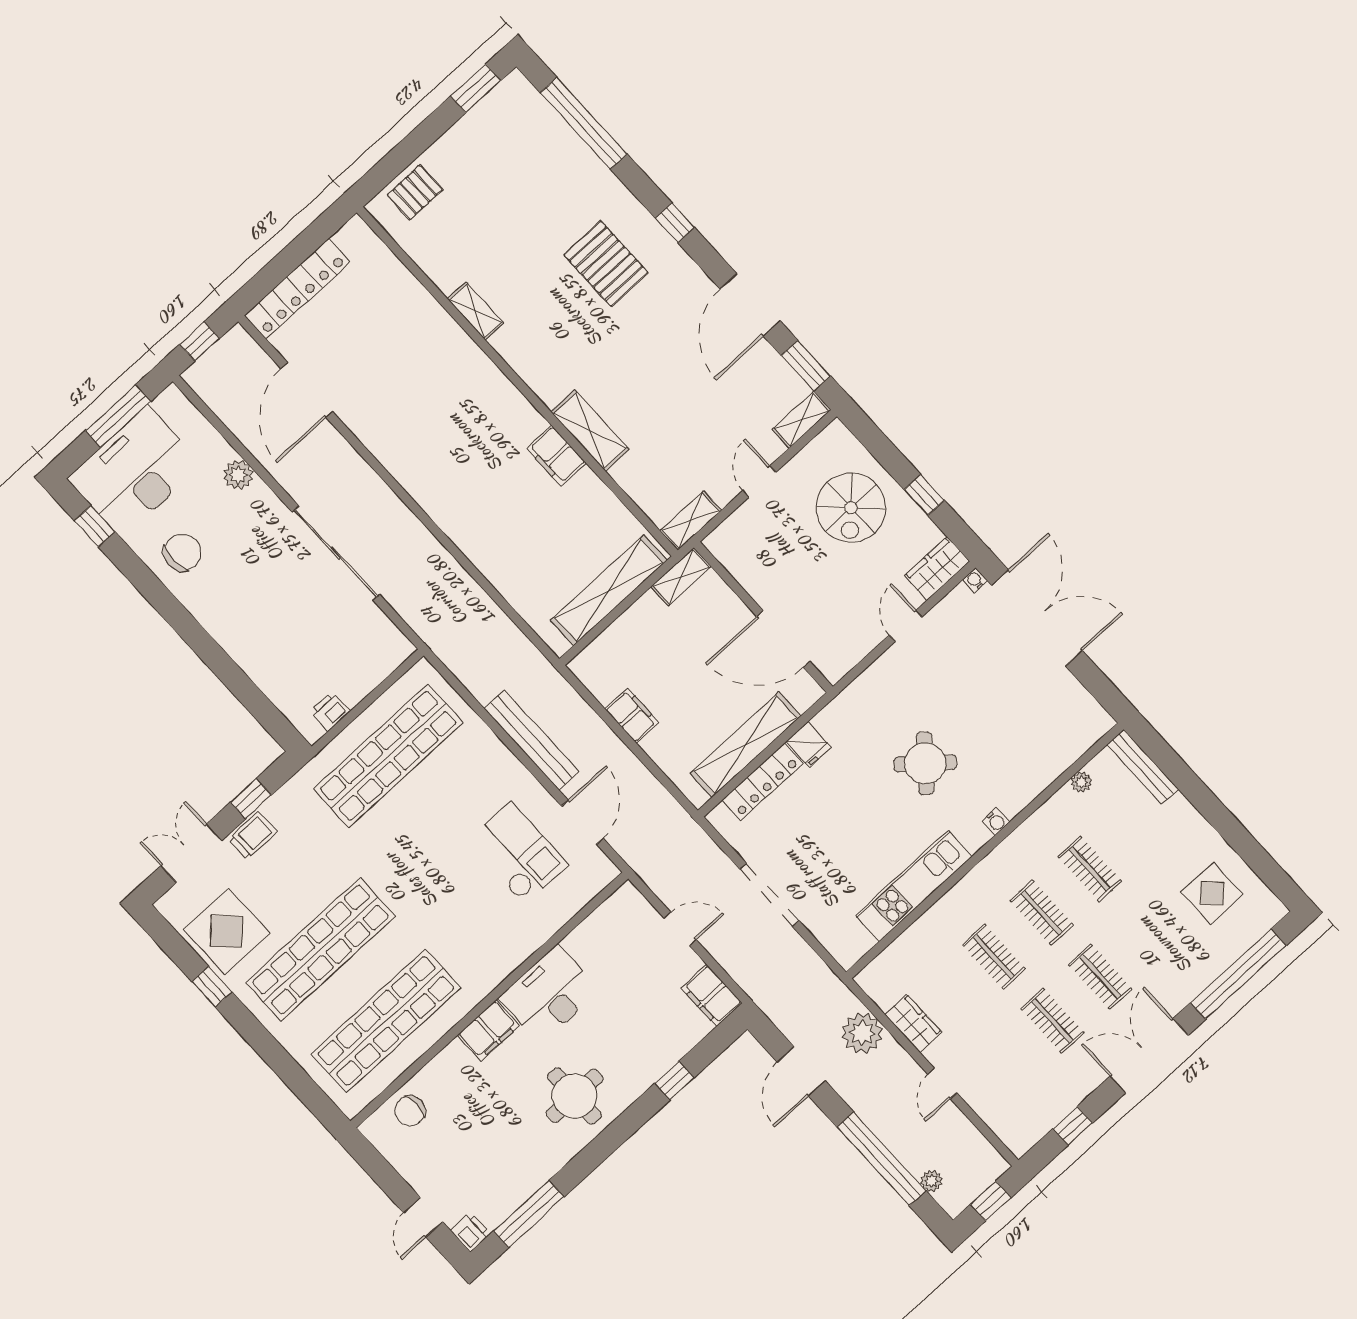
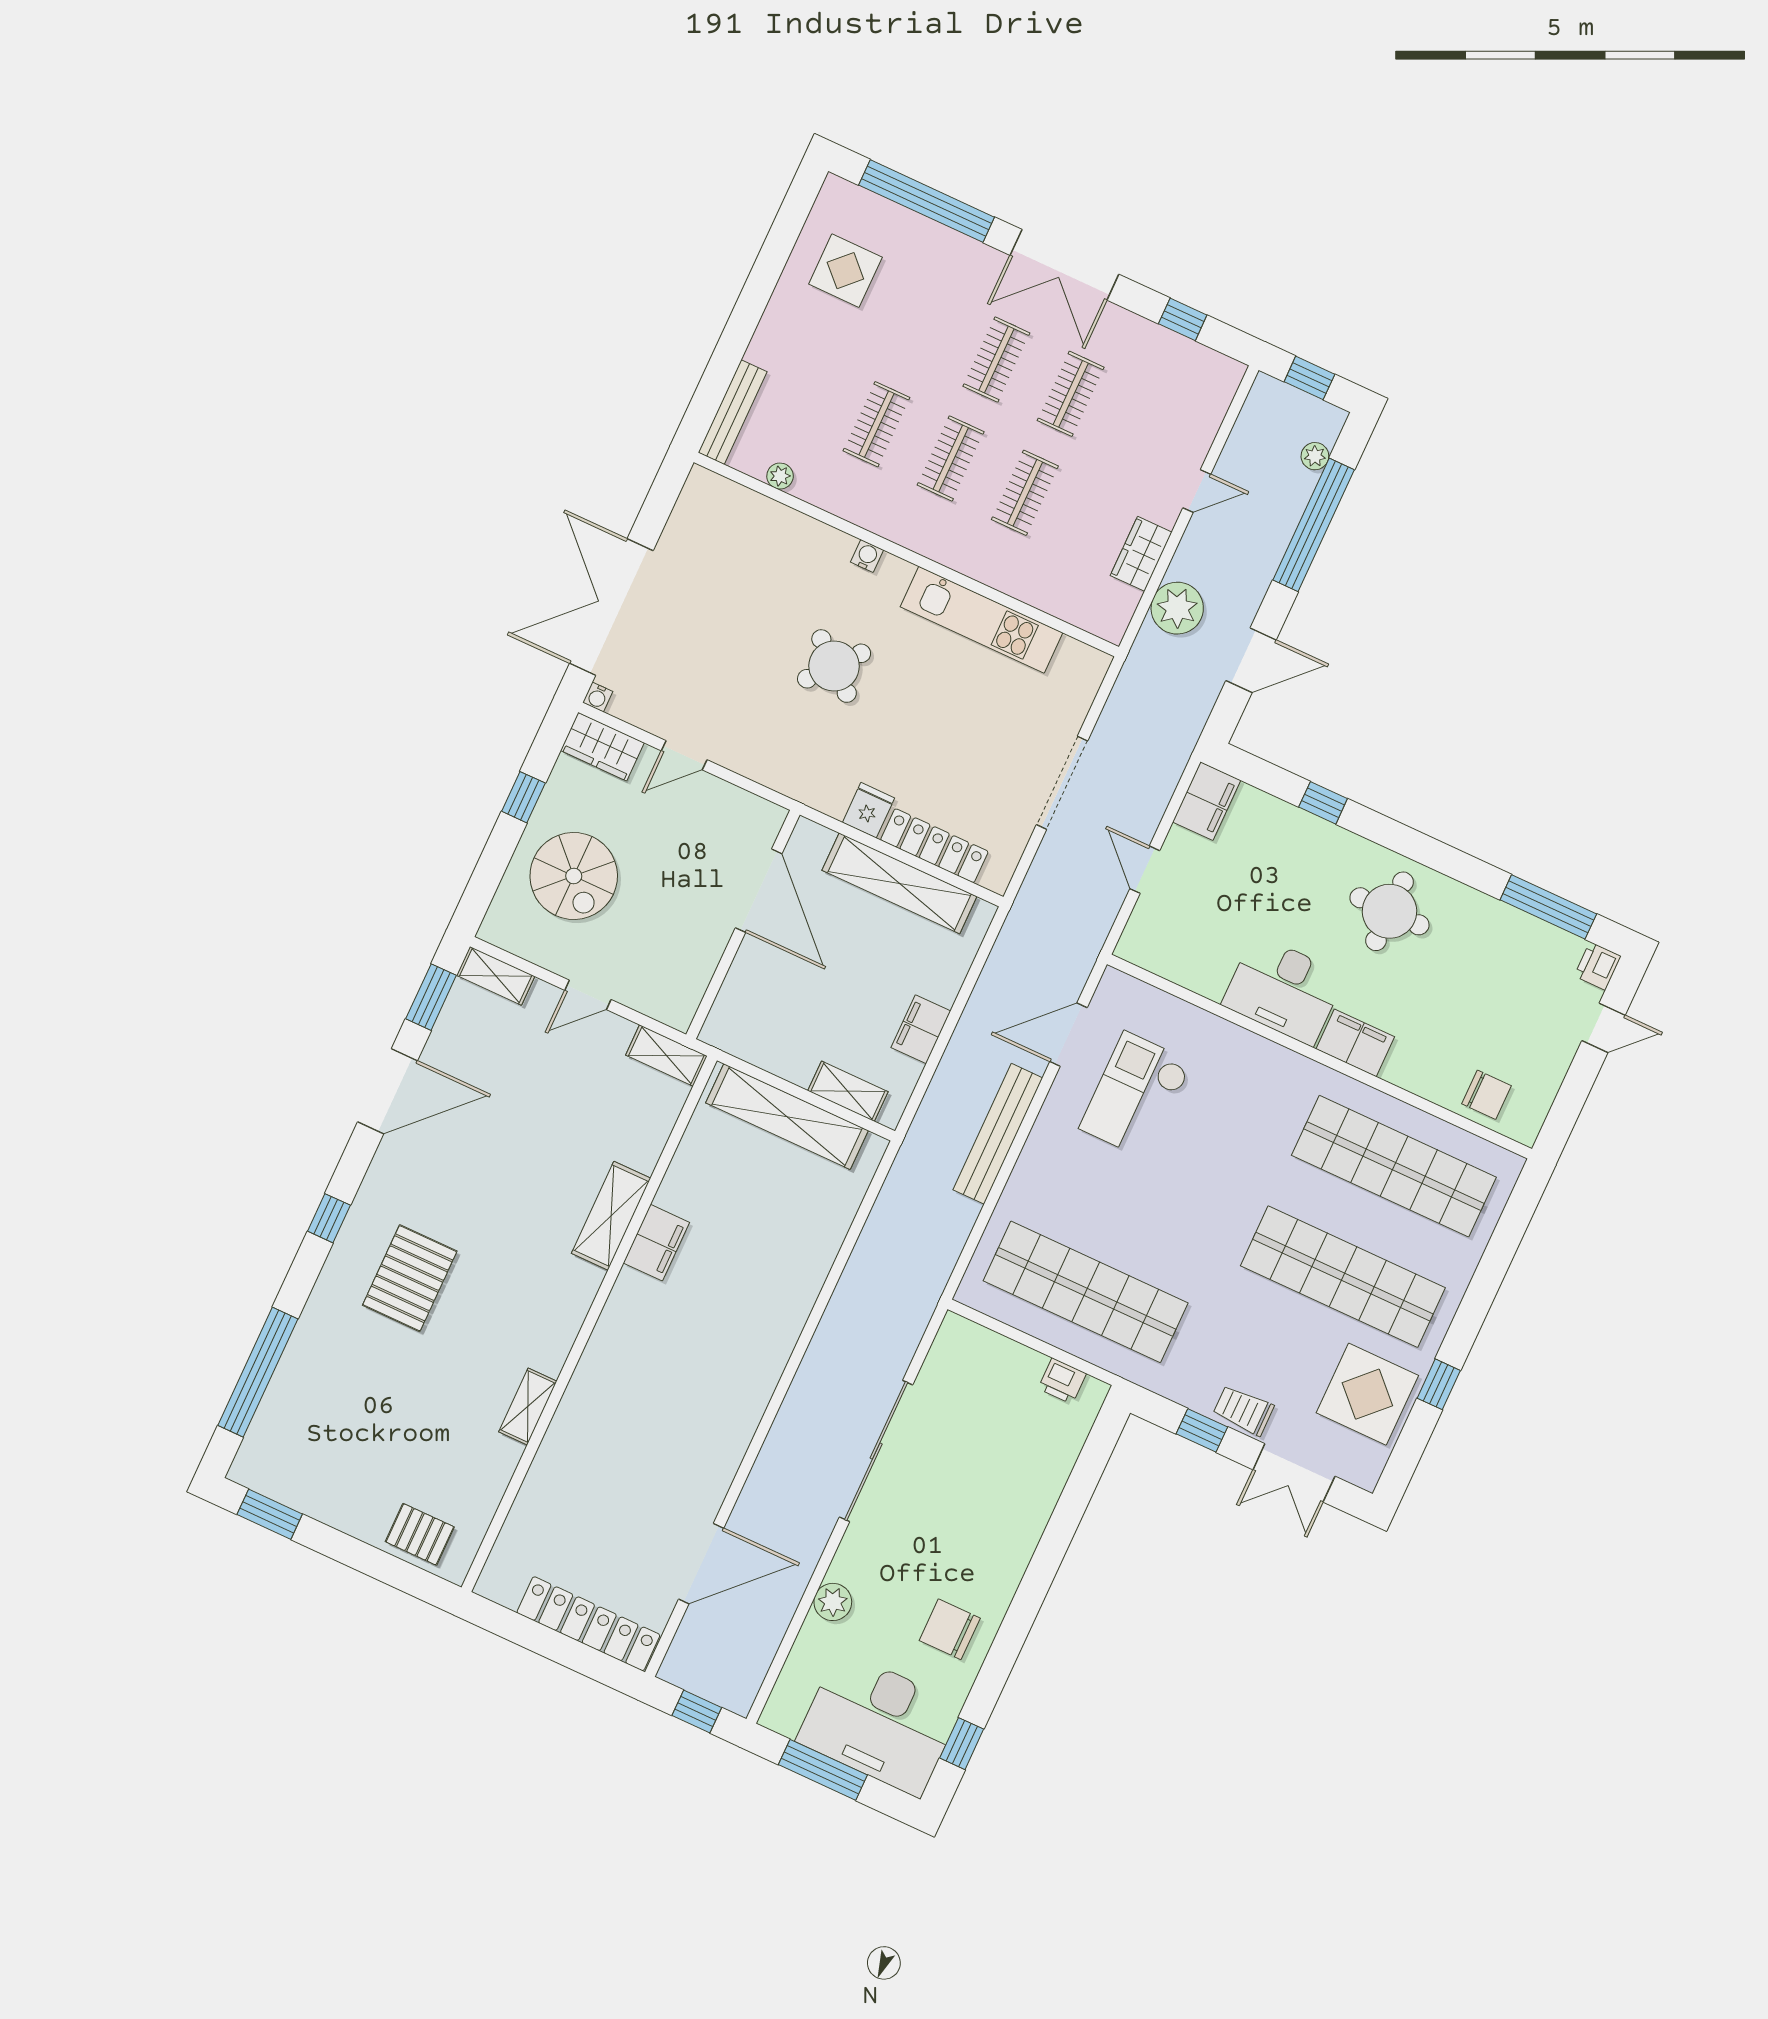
spiral stairs: (851, 508) -> (574, 876), turned 90
shelving: (681, 577) -> (848, 1091), moved

